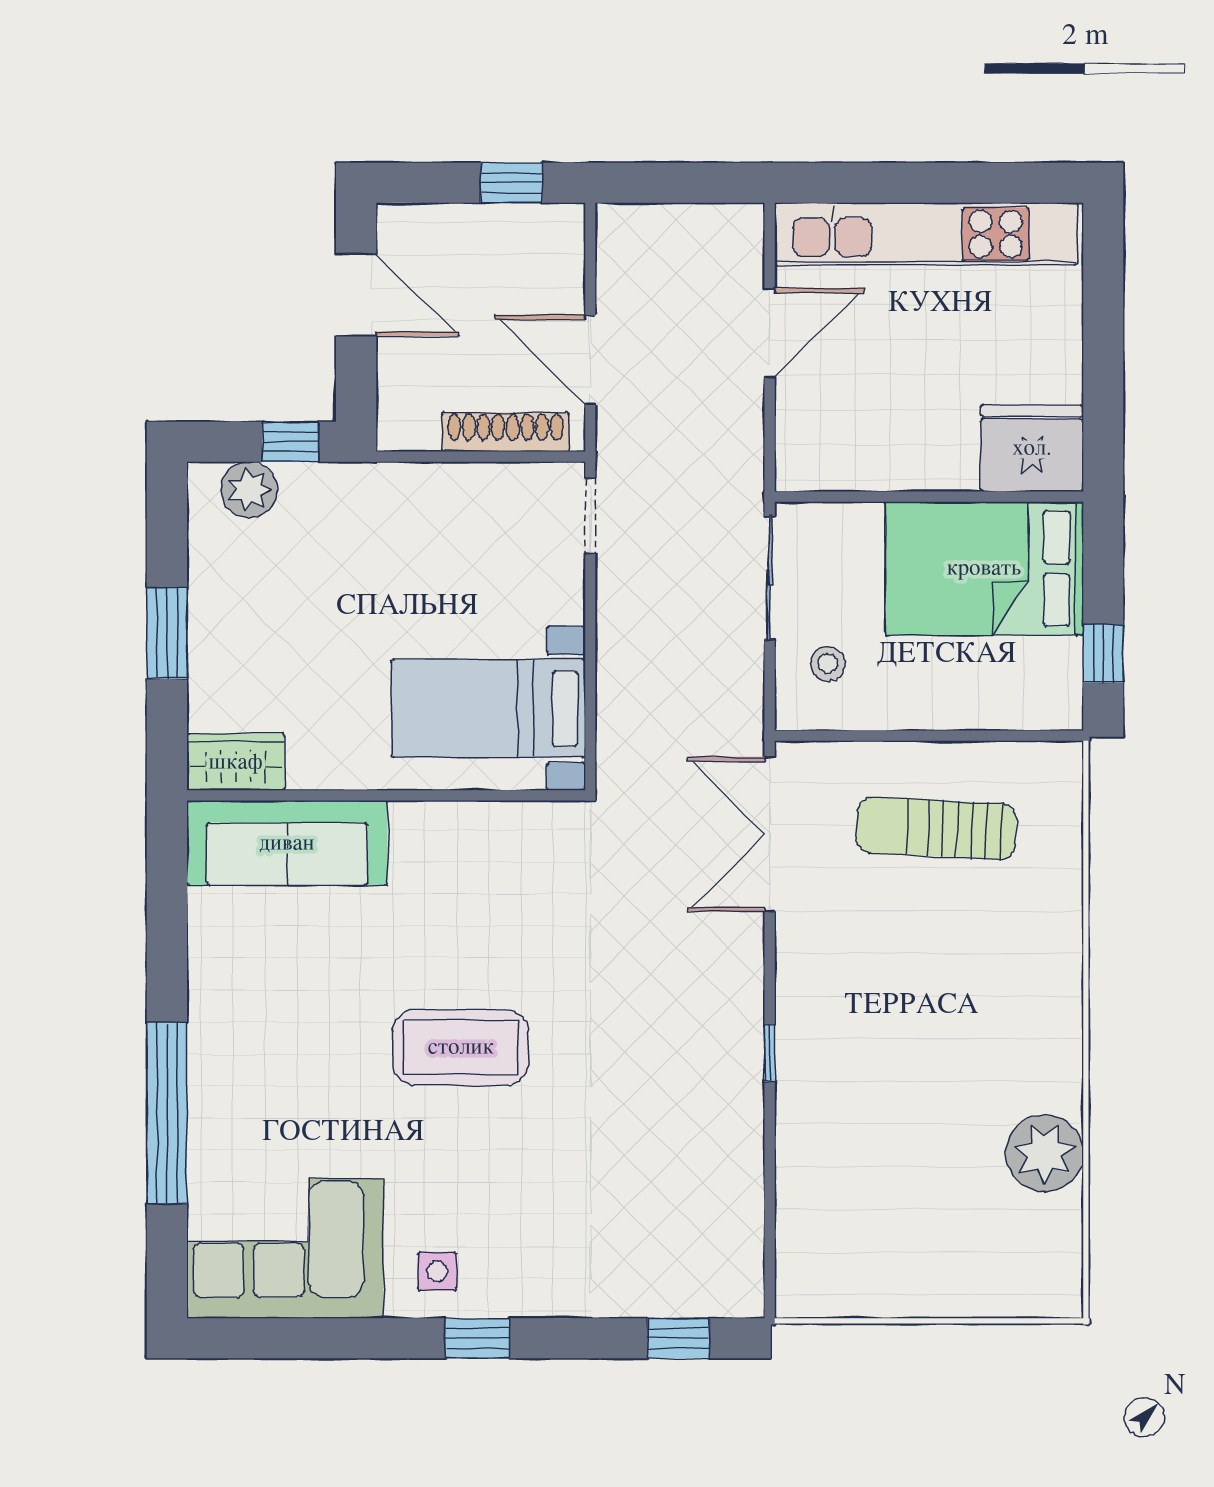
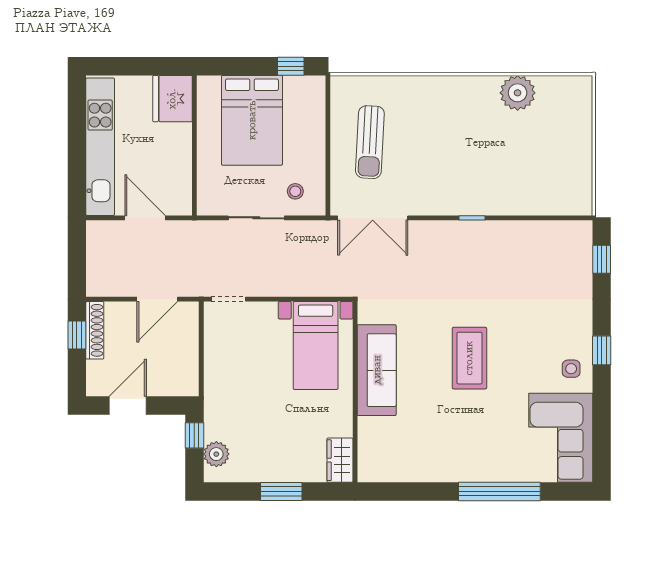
shoe rack: (505, 432) -> (95, 330), moved, turned 180
fridge: (1032, 448) -> (172, 99), moved
wall: (929, 497) -> (194, 145), moved
sofa: (287, 843) -> (377, 370), moved

